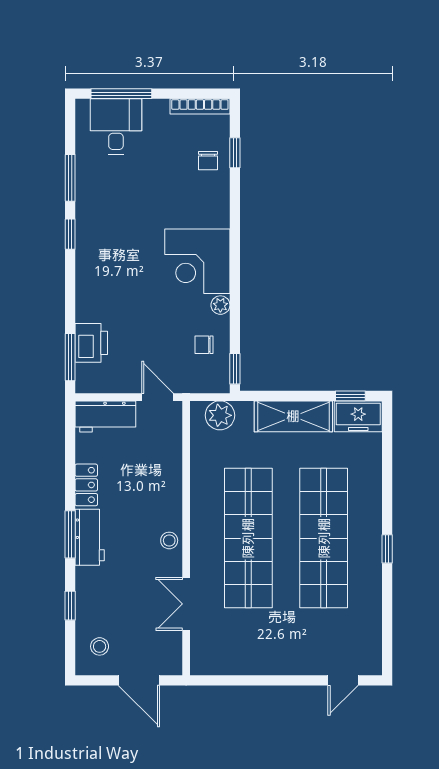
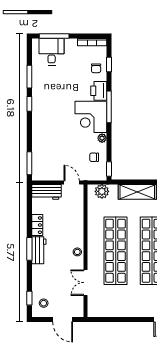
window: (235, 240) -> (109, 107), added
printer: (91, 343) -> (99, 91), moved, turned 180
window: (70, 606) -> (29, 298), moved

